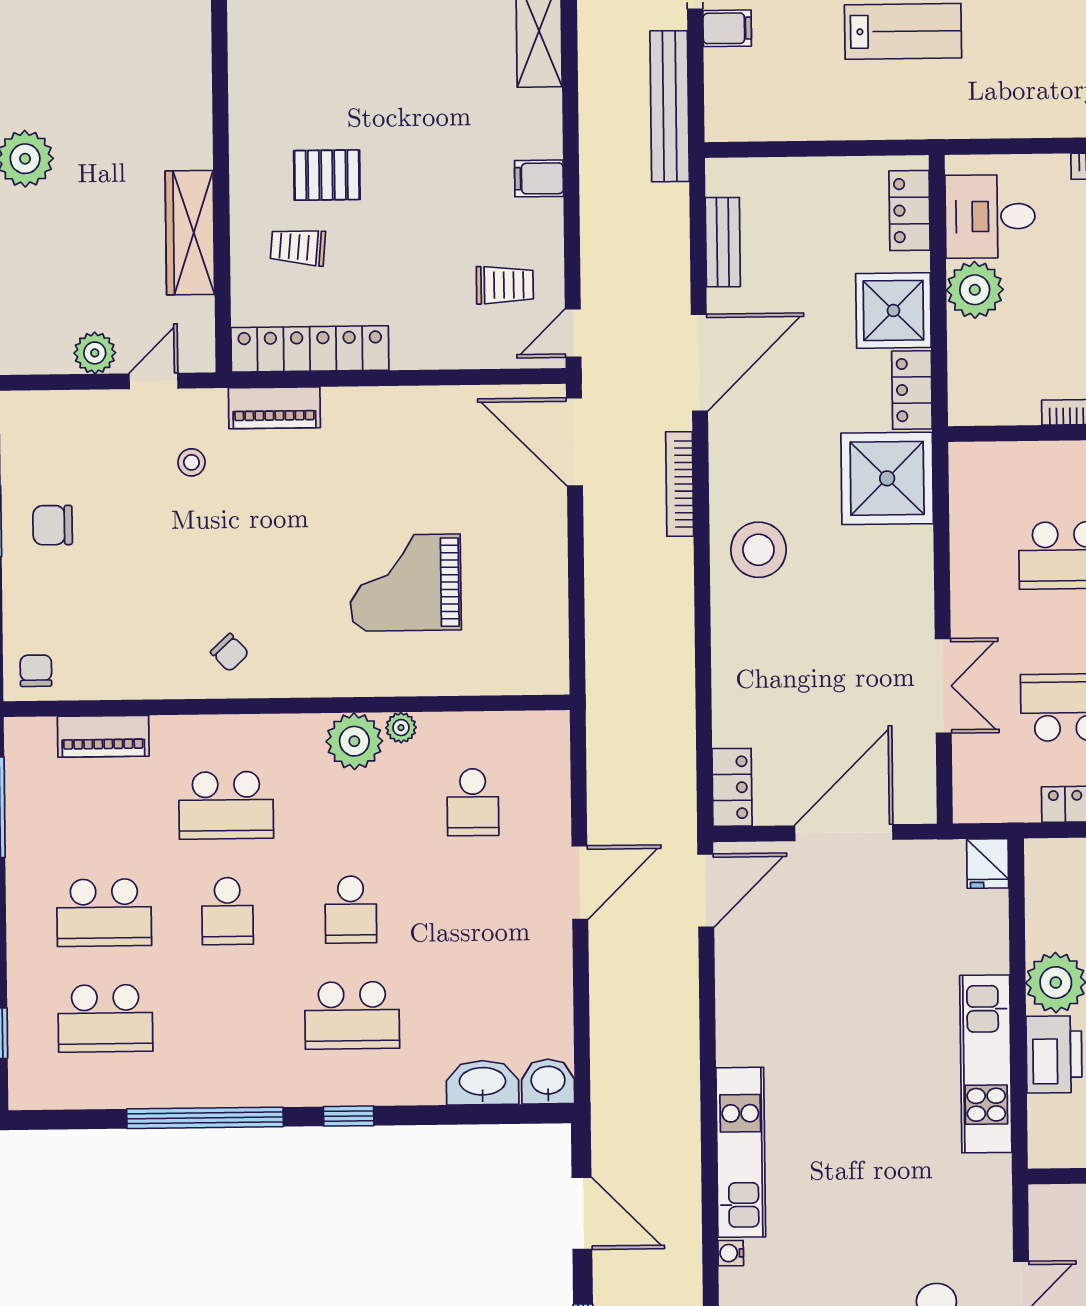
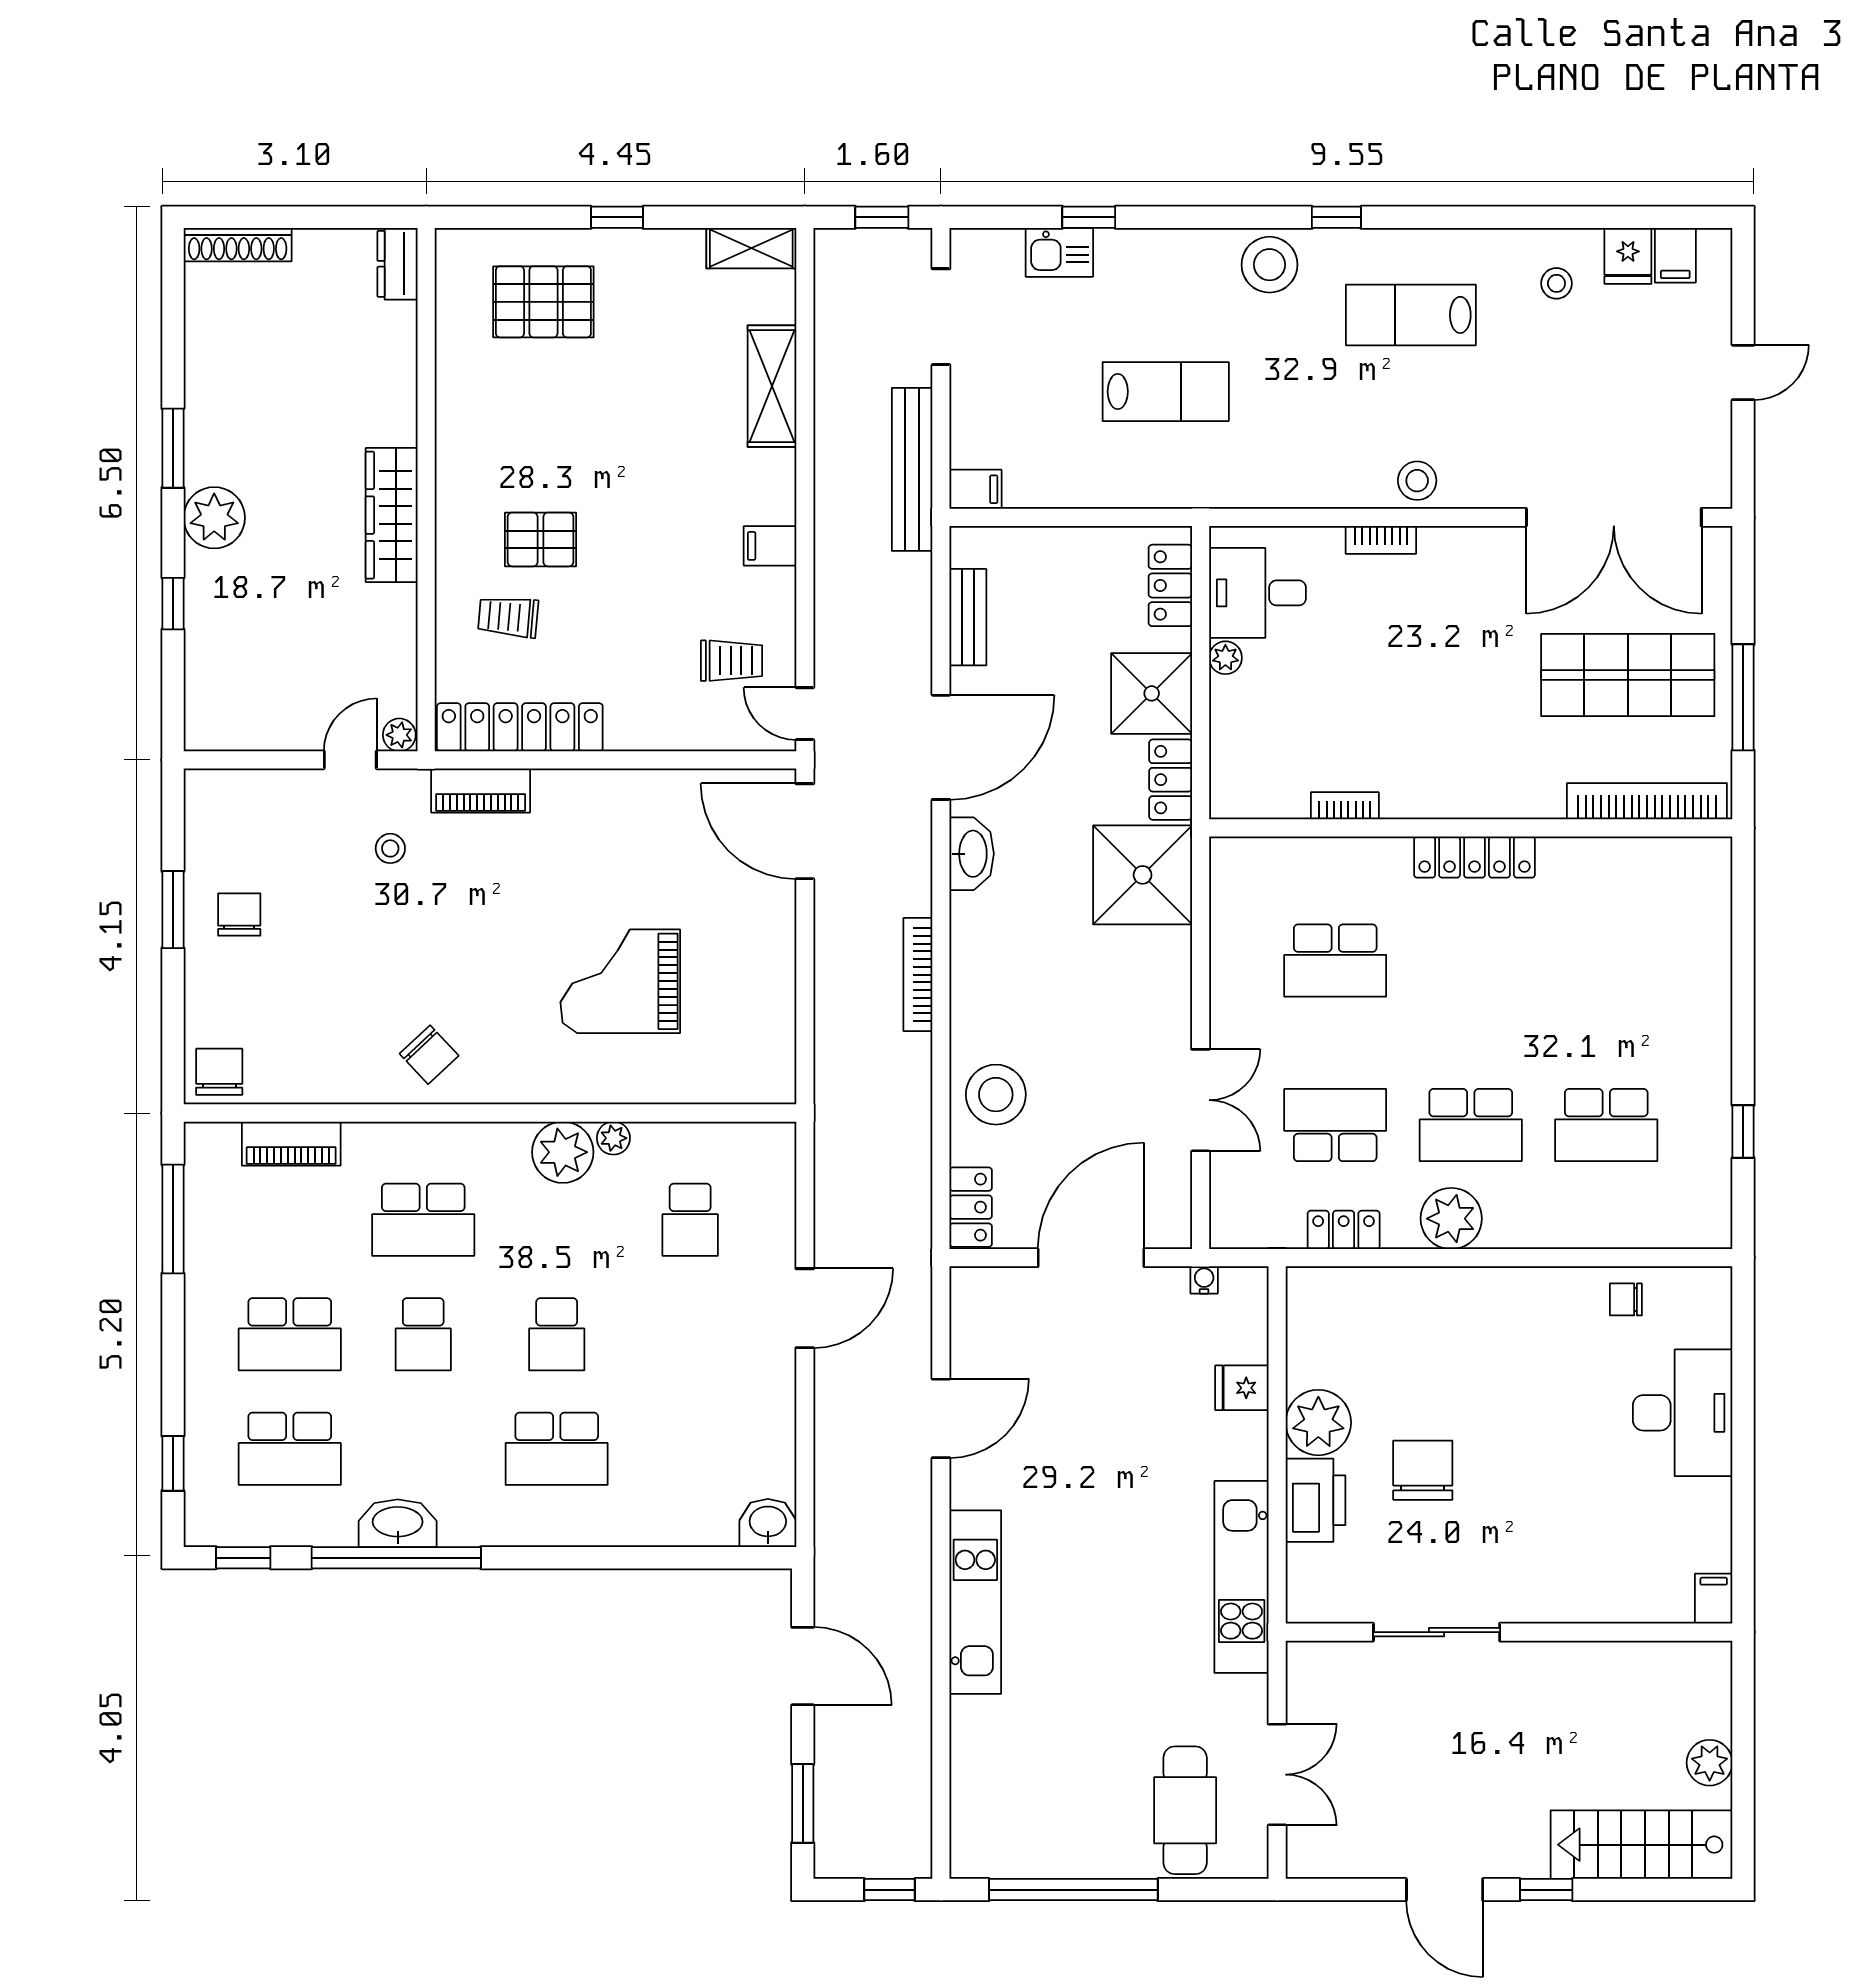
filing cabinet: (727, 28) -> (976, 489), moved
wardrobe: (190, 233) -> (392, 515), moved
plant: (975, 290) -> (1225, 658), width x0.53, depth x0.53
door: (573, 333) -> (805, 714), hinge flipped
plant: (95, 353) -> (399, 735), moved, width x0.73, depth x0.73
washbasin: (729, 461) -> (972, 854), added
bookcase: (680, 484) -> (918, 975), moved
chair: (53, 525) -> (239, 915), turned 90
stool: (758, 550) -> (996, 1095), moved
chair: (230, 653) -> (429, 1055), width x1.37, depth x1.37
chair: (36, 671) -> (219, 1072), width x1.37, depth x1.37
fridge: (988, 864) -> (1242, 1388), moved, turned 90
door: (706, 891) -> (941, 1418), moved
kitchen unit: (986, 1064) -> (1242, 1577), moved
washbasin: (482, 1083) -> (398, 1523), moved
window: (349, 1116) -> (243, 1558), moved
water cooler: (731, 1253) -> (1204, 1280), moved, turned 90

